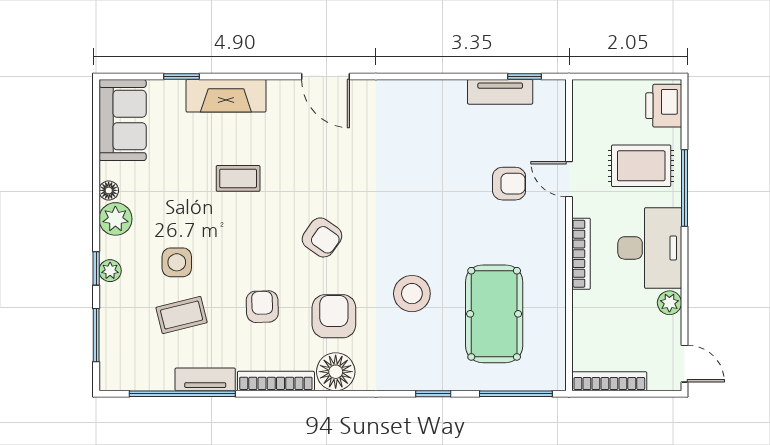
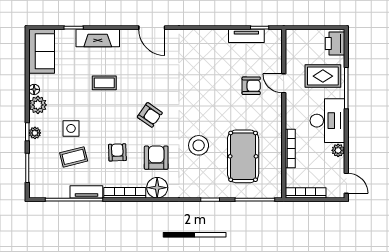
bookcase: (581, 254) -> (290, 149), moved

